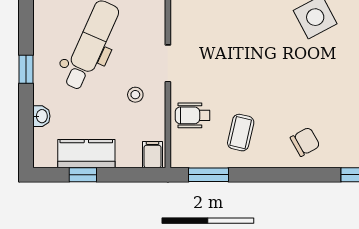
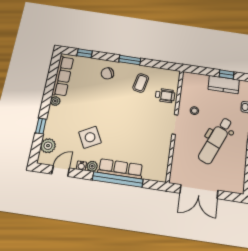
filing cabinet: (153, 155) -> (189, 79), removed
window: (209, 175) -> (130, 60), moved

